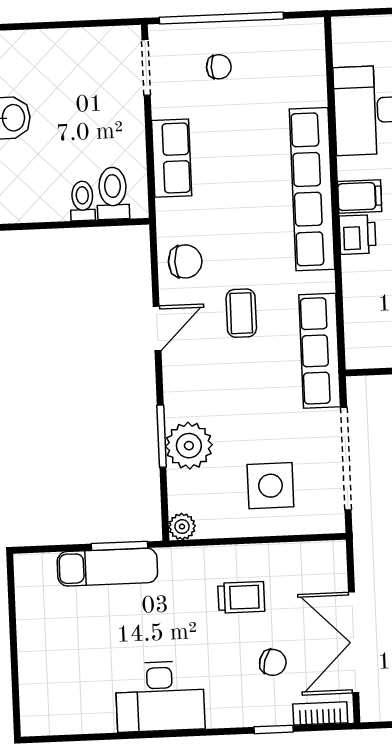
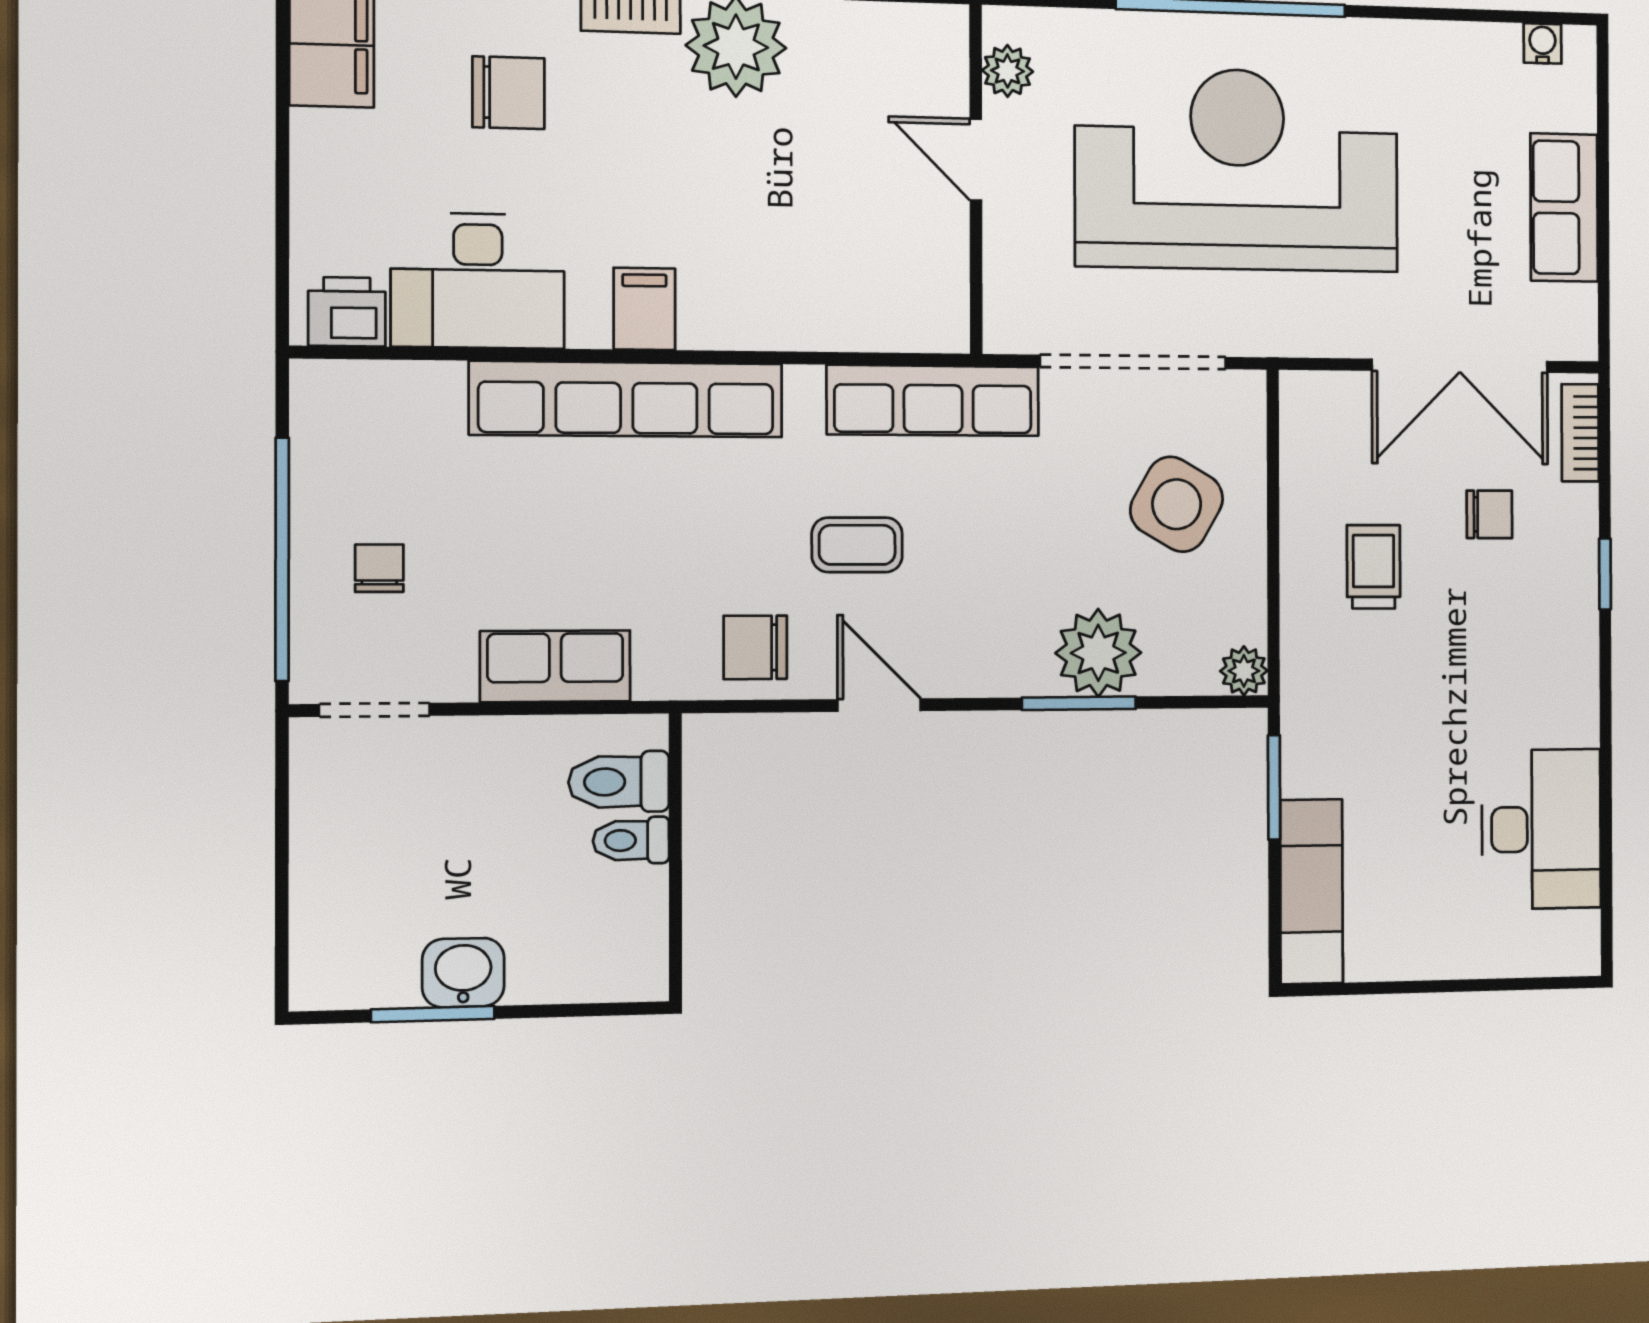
printer: (357, 235) -> (347, 312), moved
chair: (185, 261) -> (755, 647), turned -90
side table: (270, 486) -> (1177, 504), turned 30
exam couch: (107, 567) -> (1311, 892), moved
chair: (273, 662) -> (1489, 514), turned 73
desk: (160, 697) -> (1541, 829), moved
window: (274, 729) -> (1605, 574), moved

